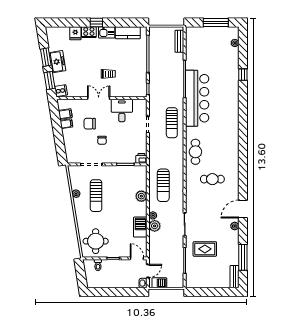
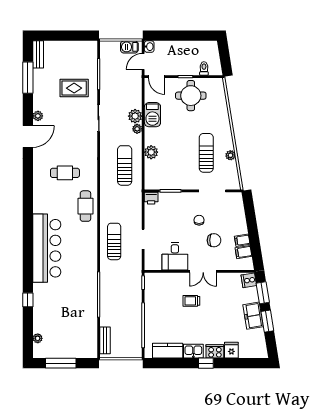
bar counter: (197, 98) -> (47, 248), moved, turned 180
round table: (96, 241) -> (191, 96), moved

